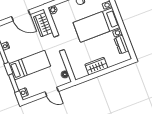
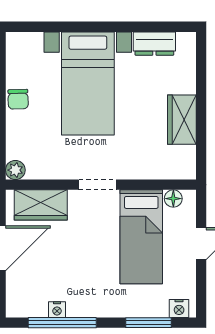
bed: (30, 65) -> (141, 237), moved, turned 180

